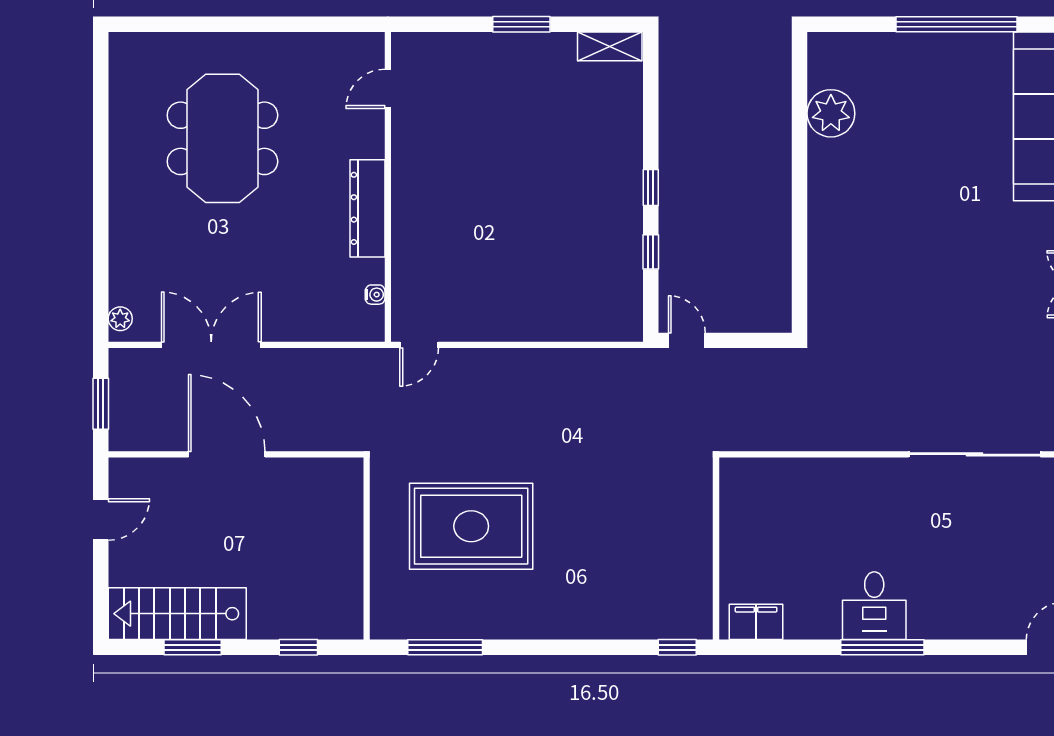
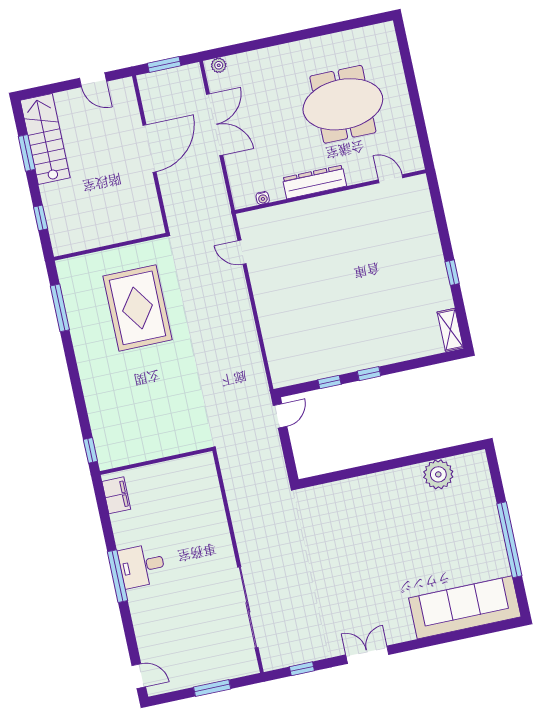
window: (521, 24) -> (452, 273), width x0.67
door: (388, 89) -> (391, 179), moved
wall: (388, 187) -> (330, 192), moved
dresser: (367, 208) -> (315, 182), moved
water cooler: (375, 295) -> (263, 198), moved

